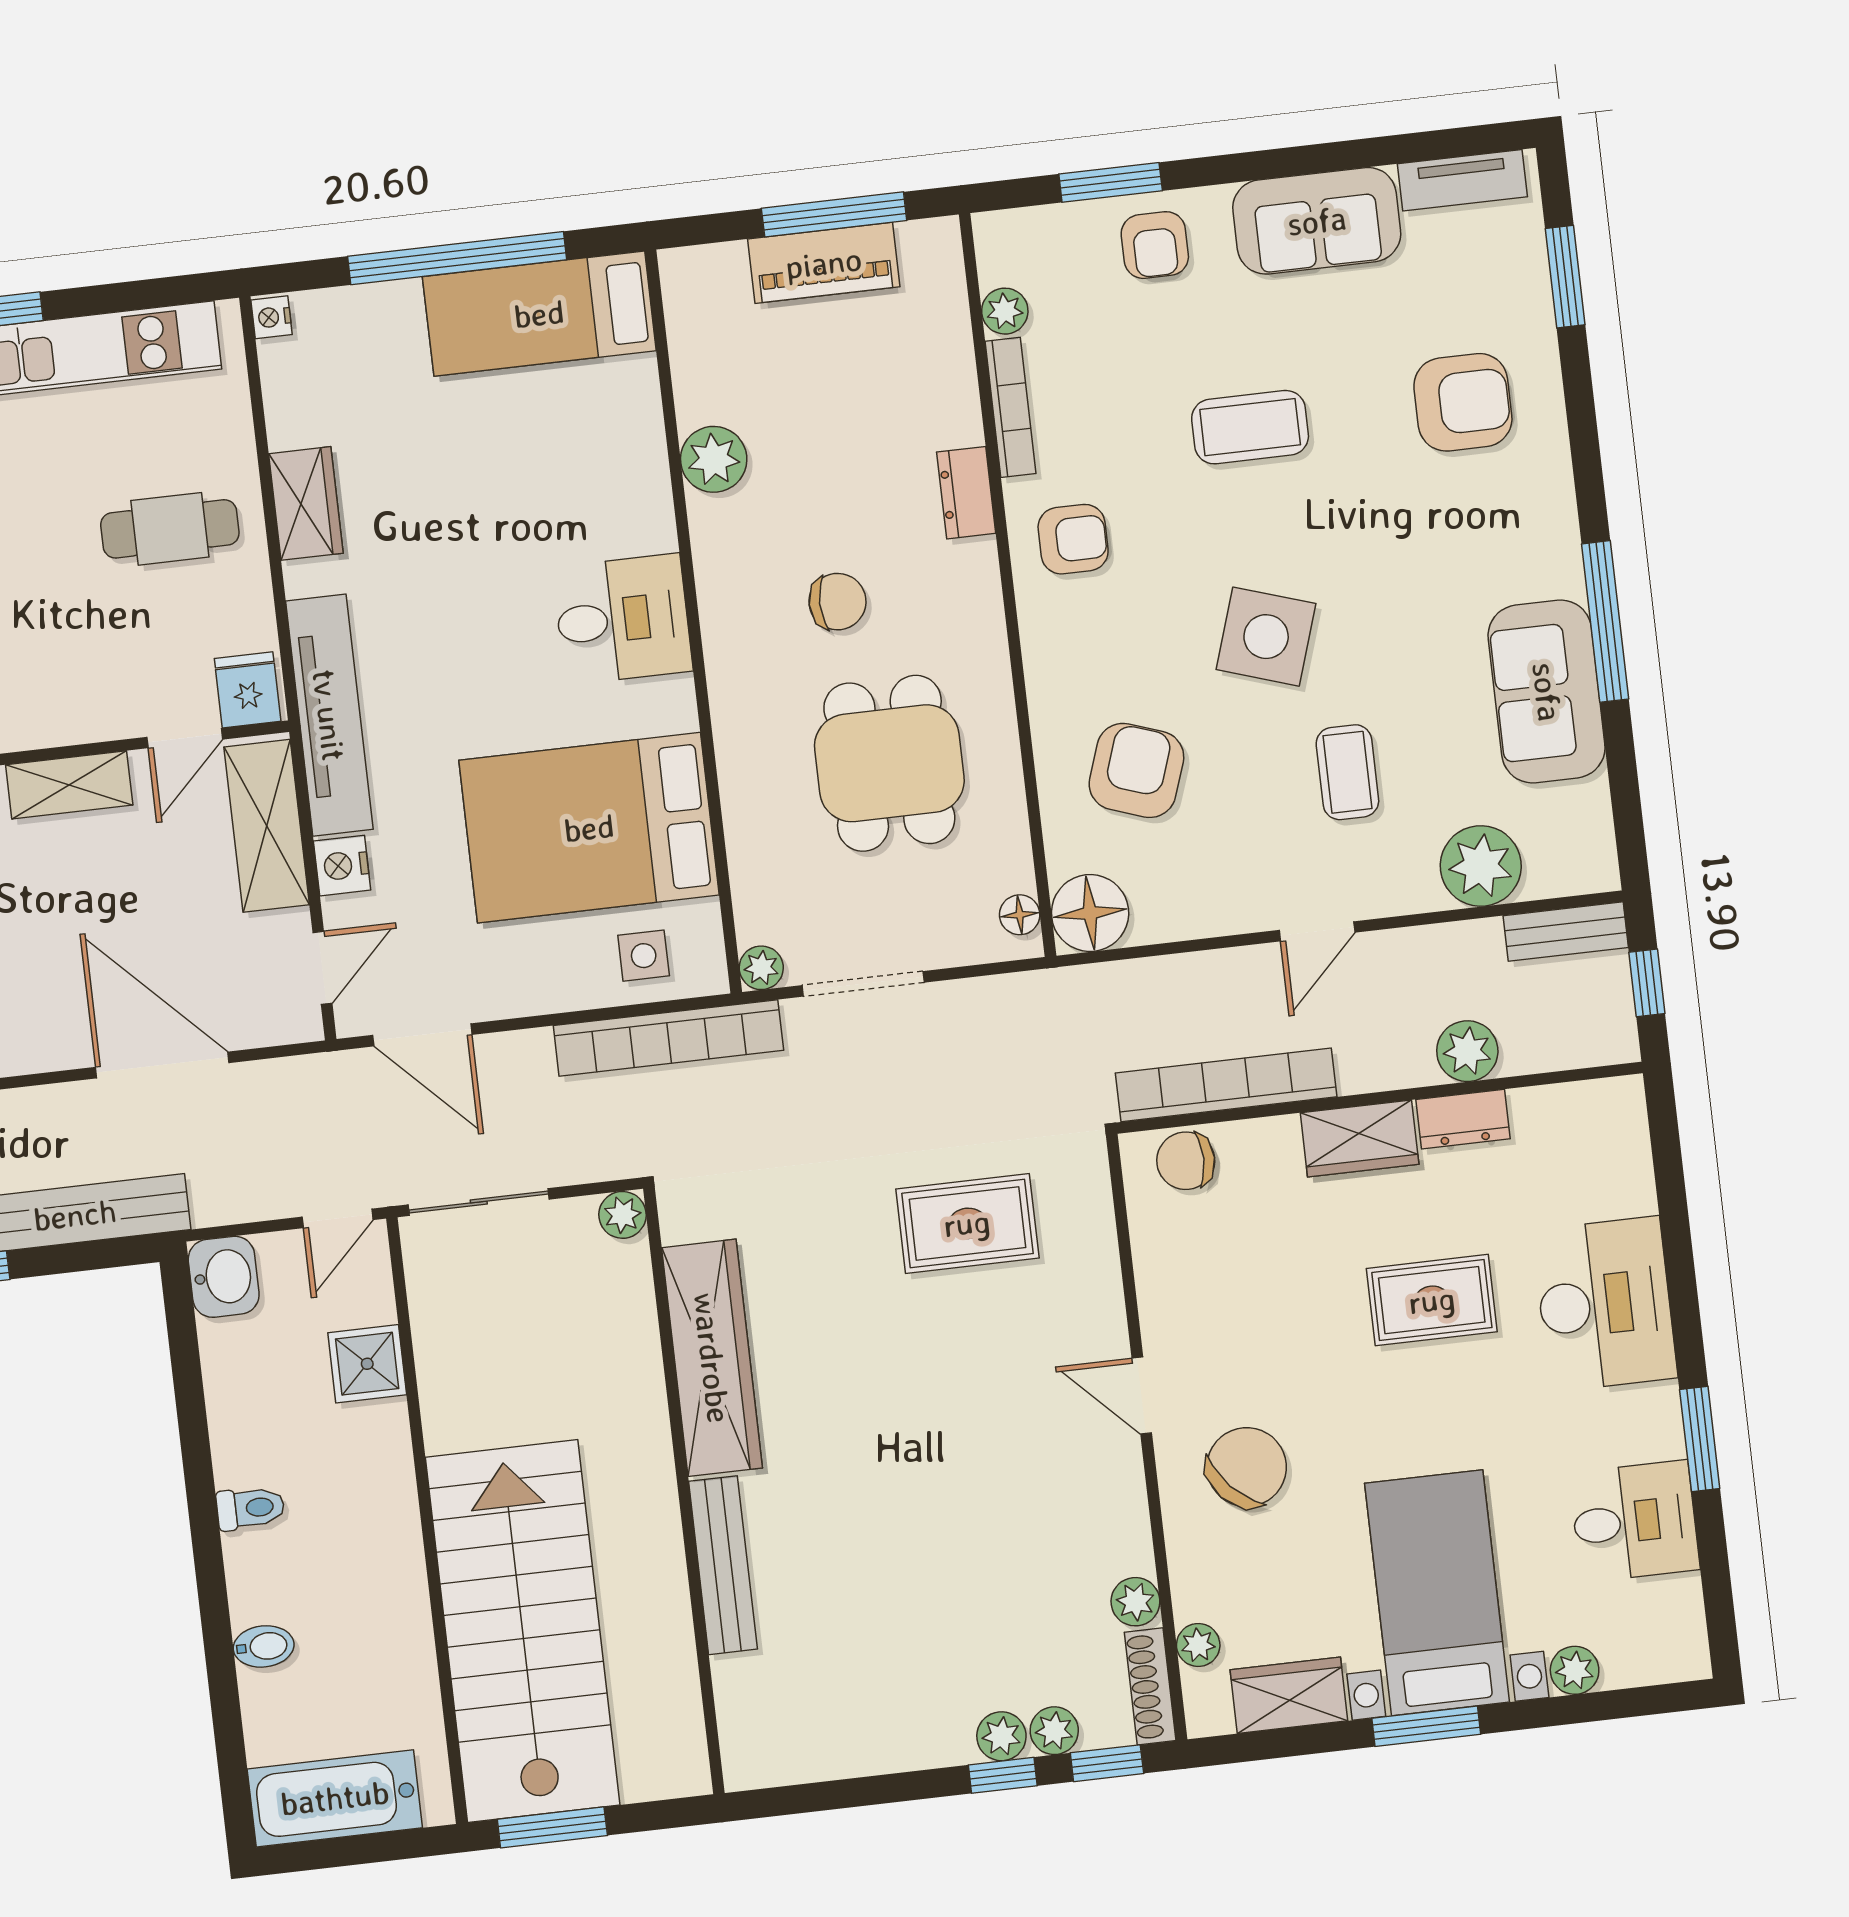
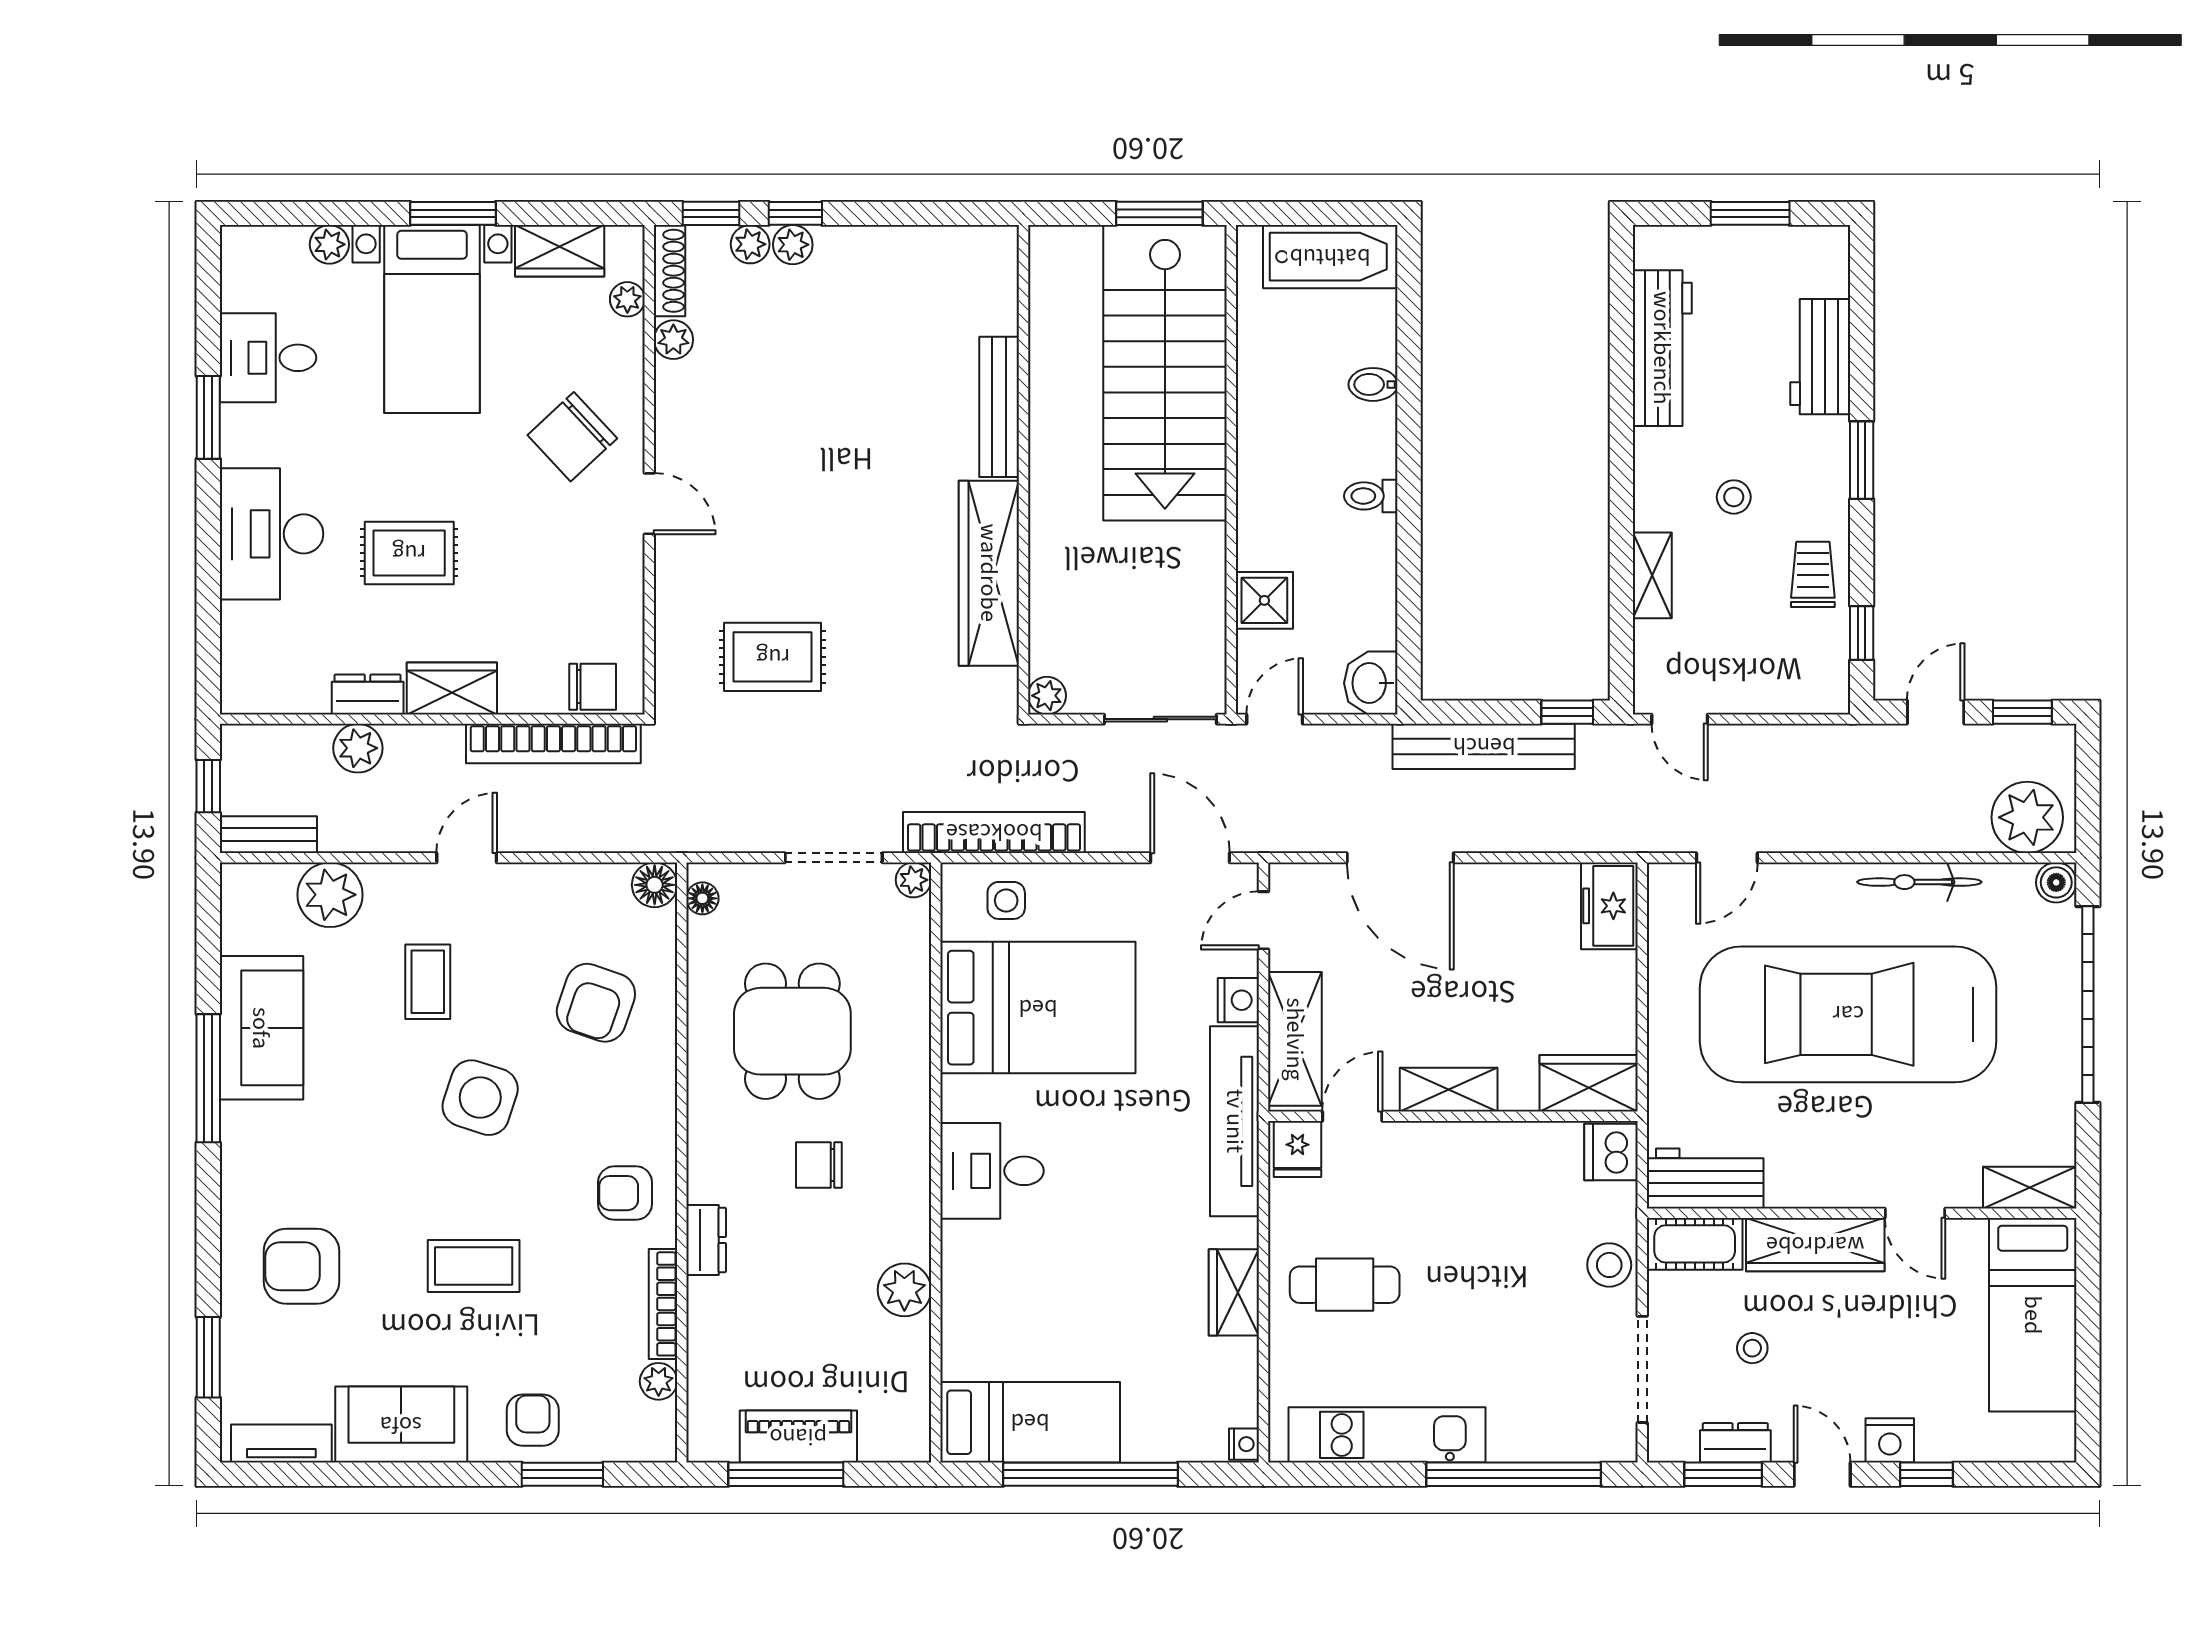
floor lamp: (1090, 913) -> (655, 885), width x0.73, depth x0.73

